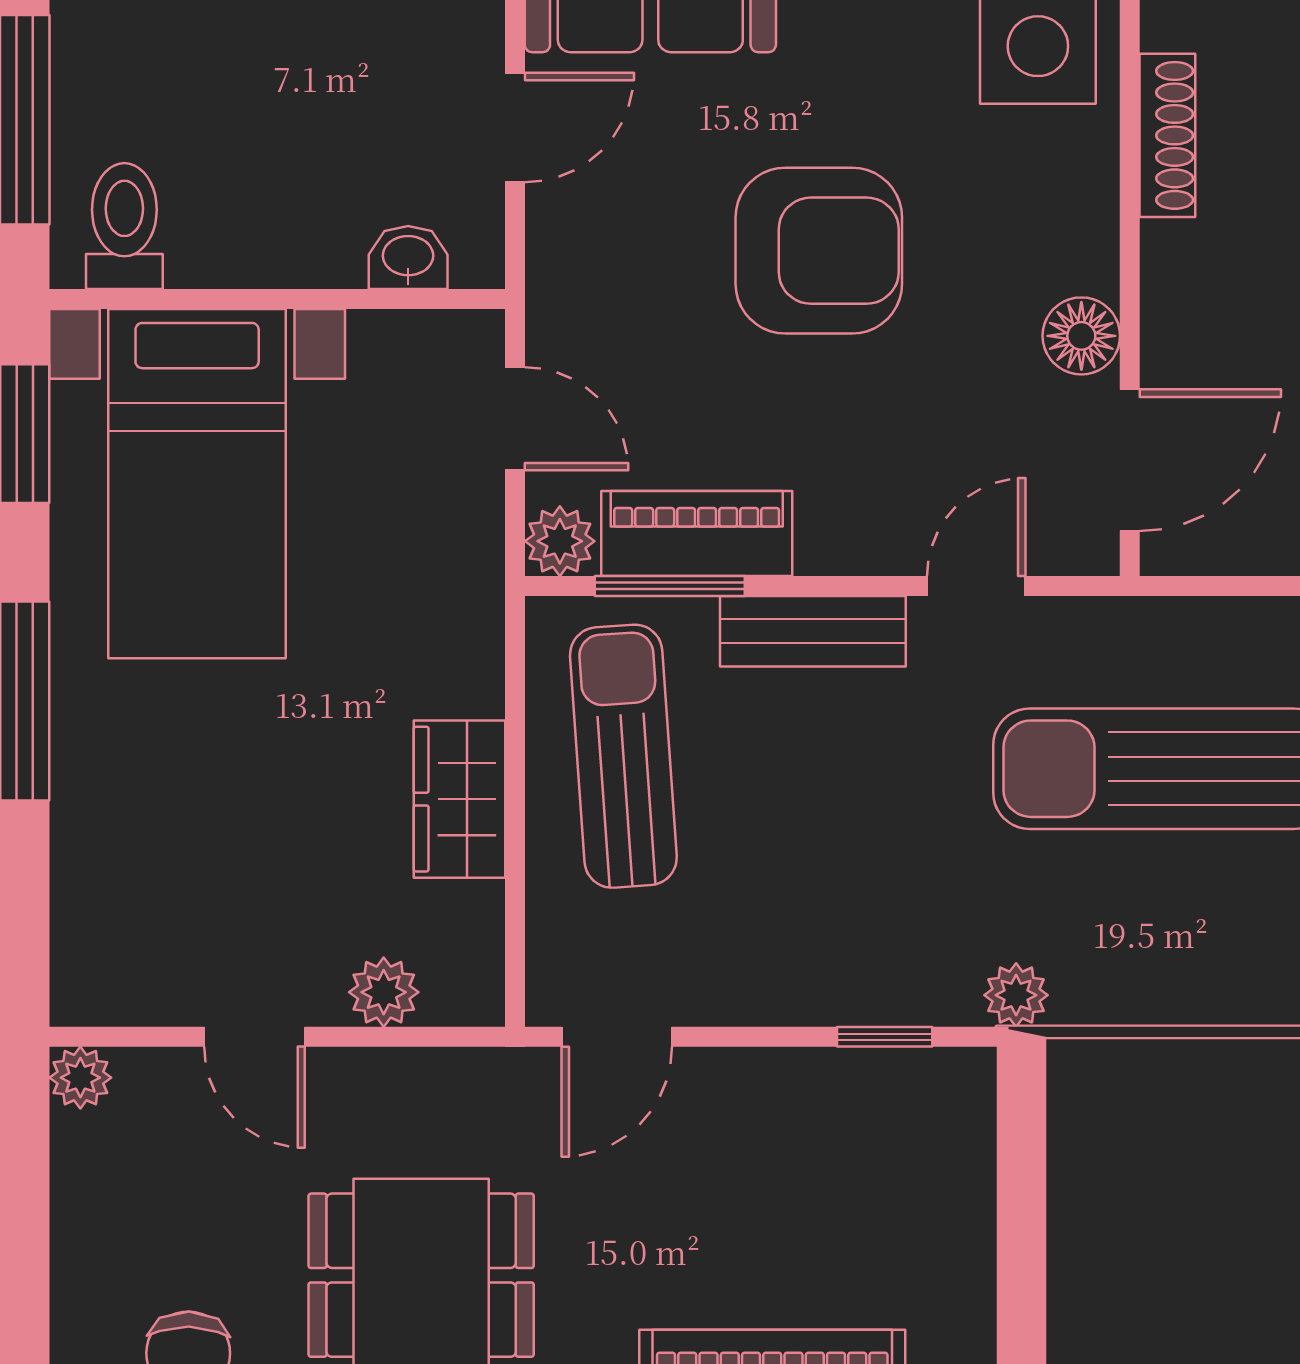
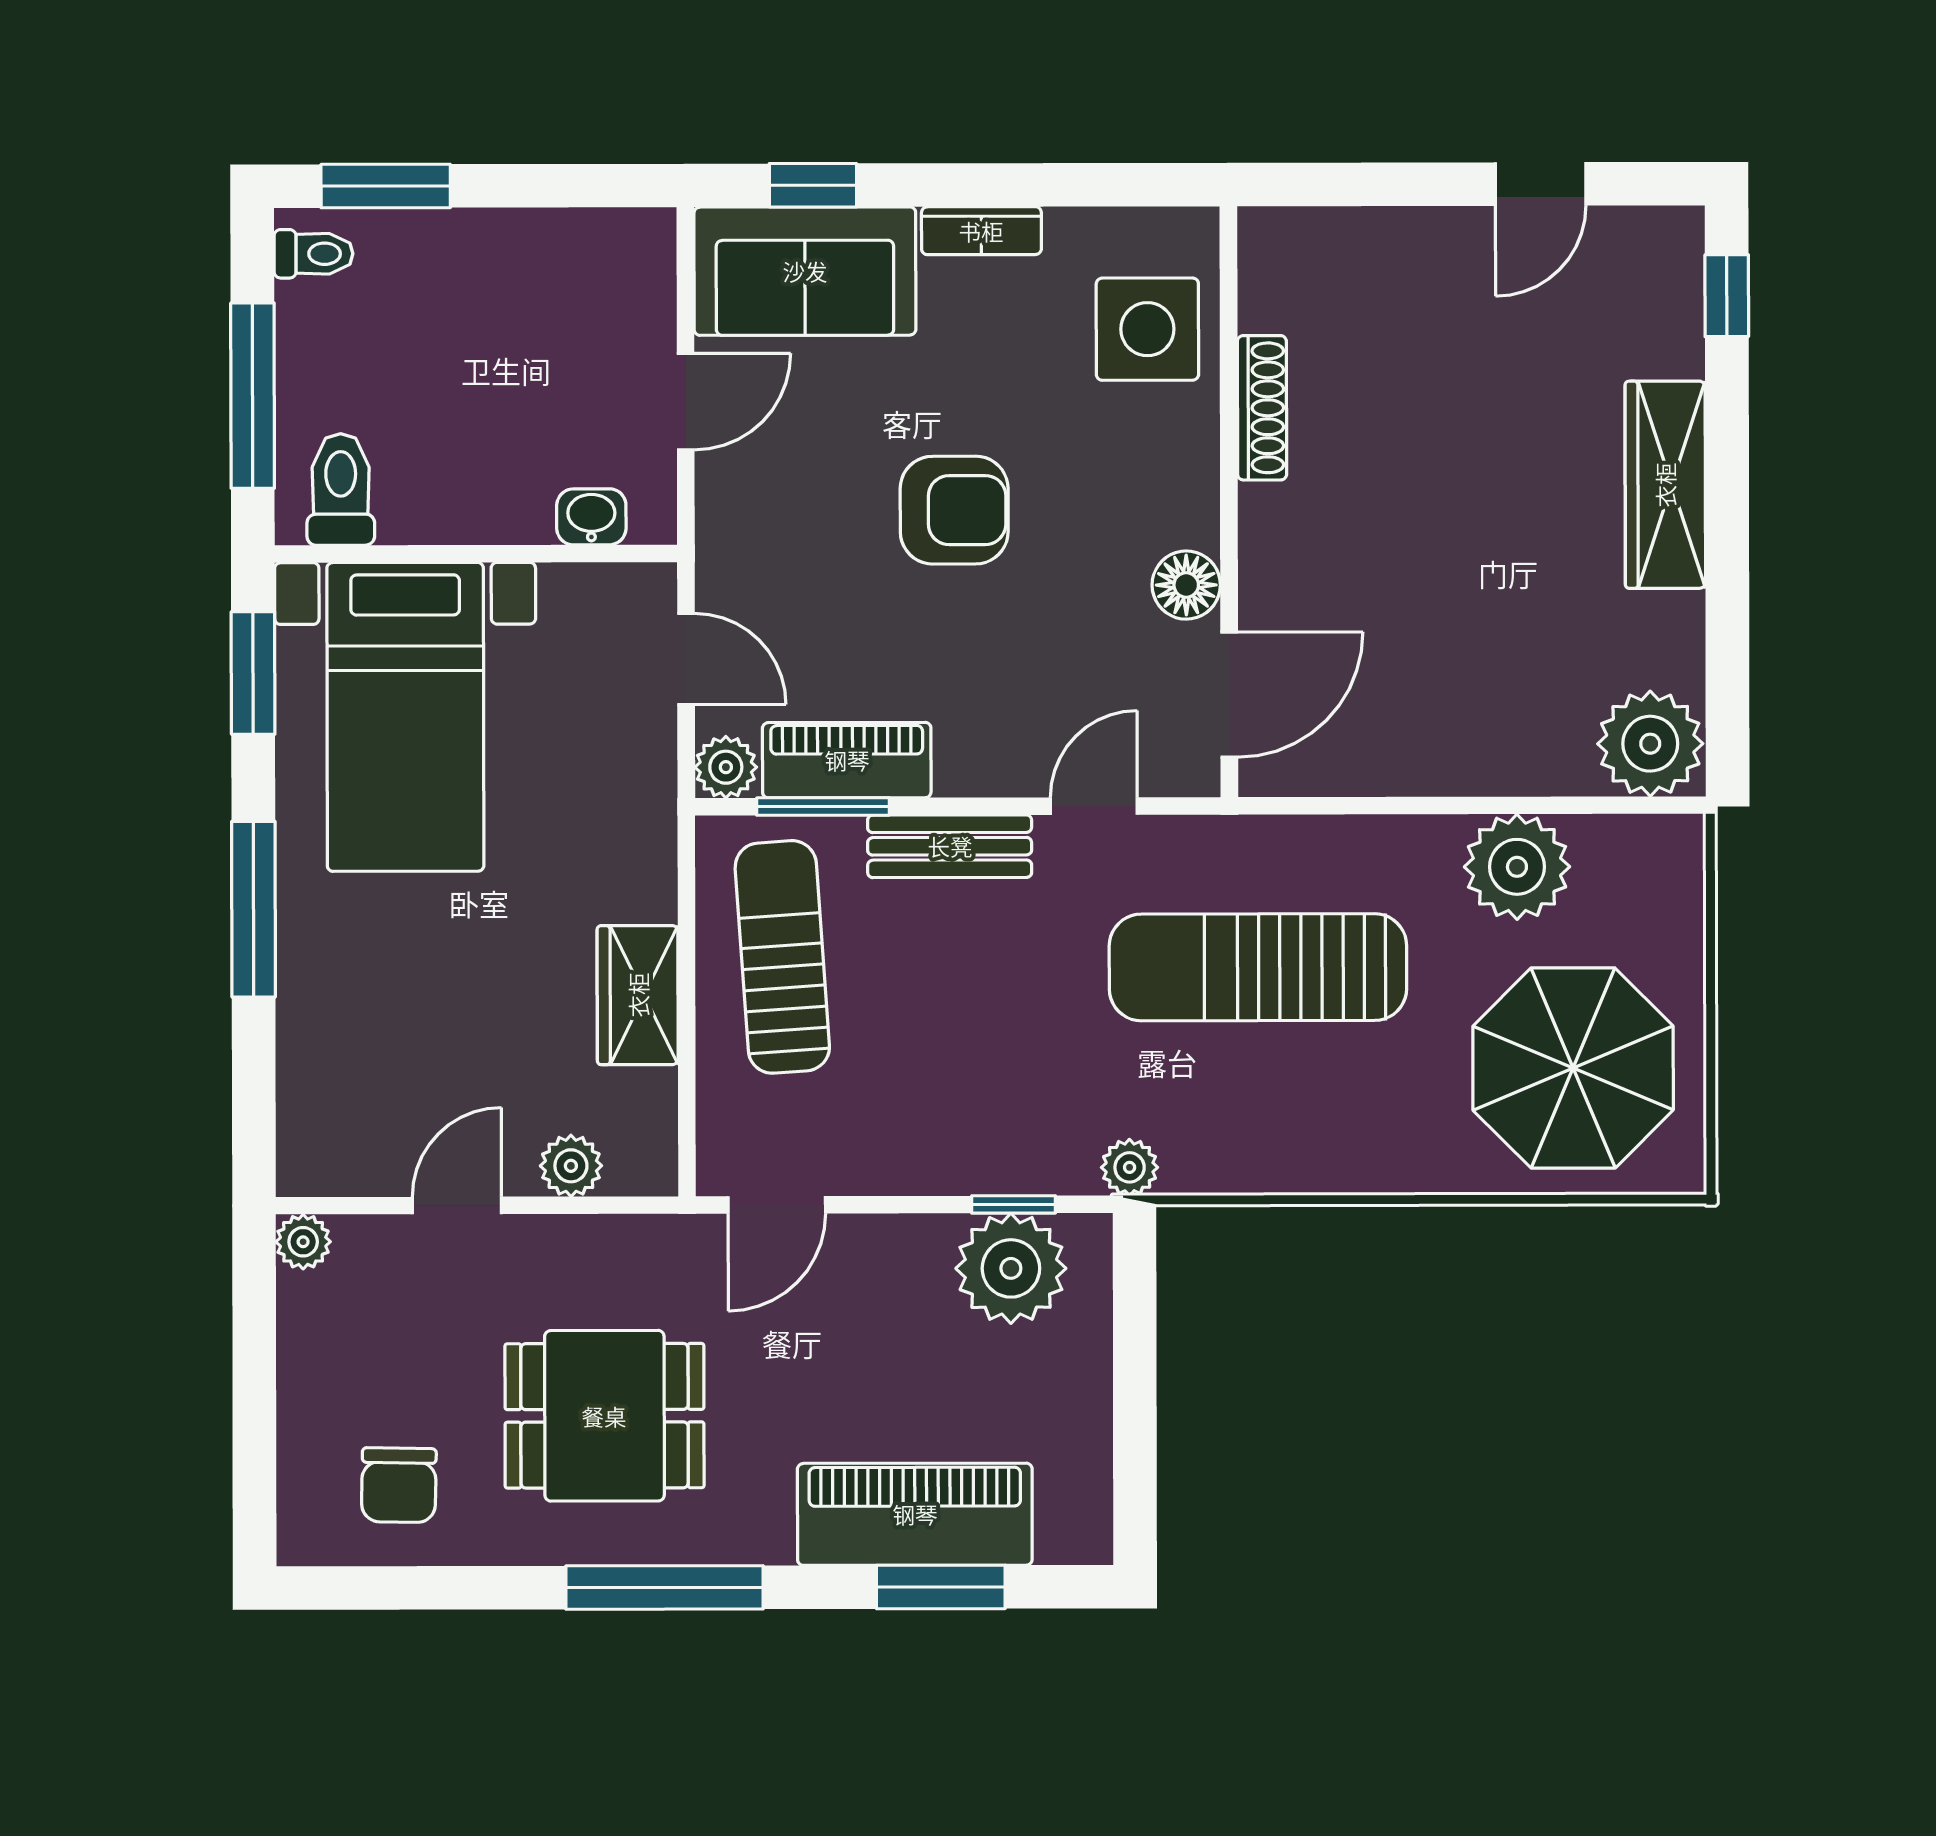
armchair: (819, 251) -> (954, 510), width x0.73, depth x0.73
door: (254, 1037) -> (457, 1205), swing flipped
plant: (882, 1109) -> (1011, 1268), added

